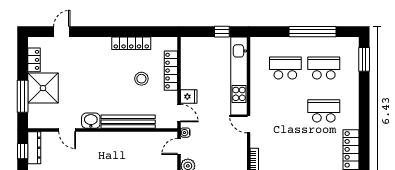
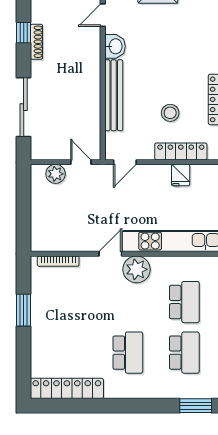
fridge: (189, 97) -> (181, 175), moved
plant: (261, 104) -> (137, 269), added
water cooler: (185, 133) -> (99, 170), removed

